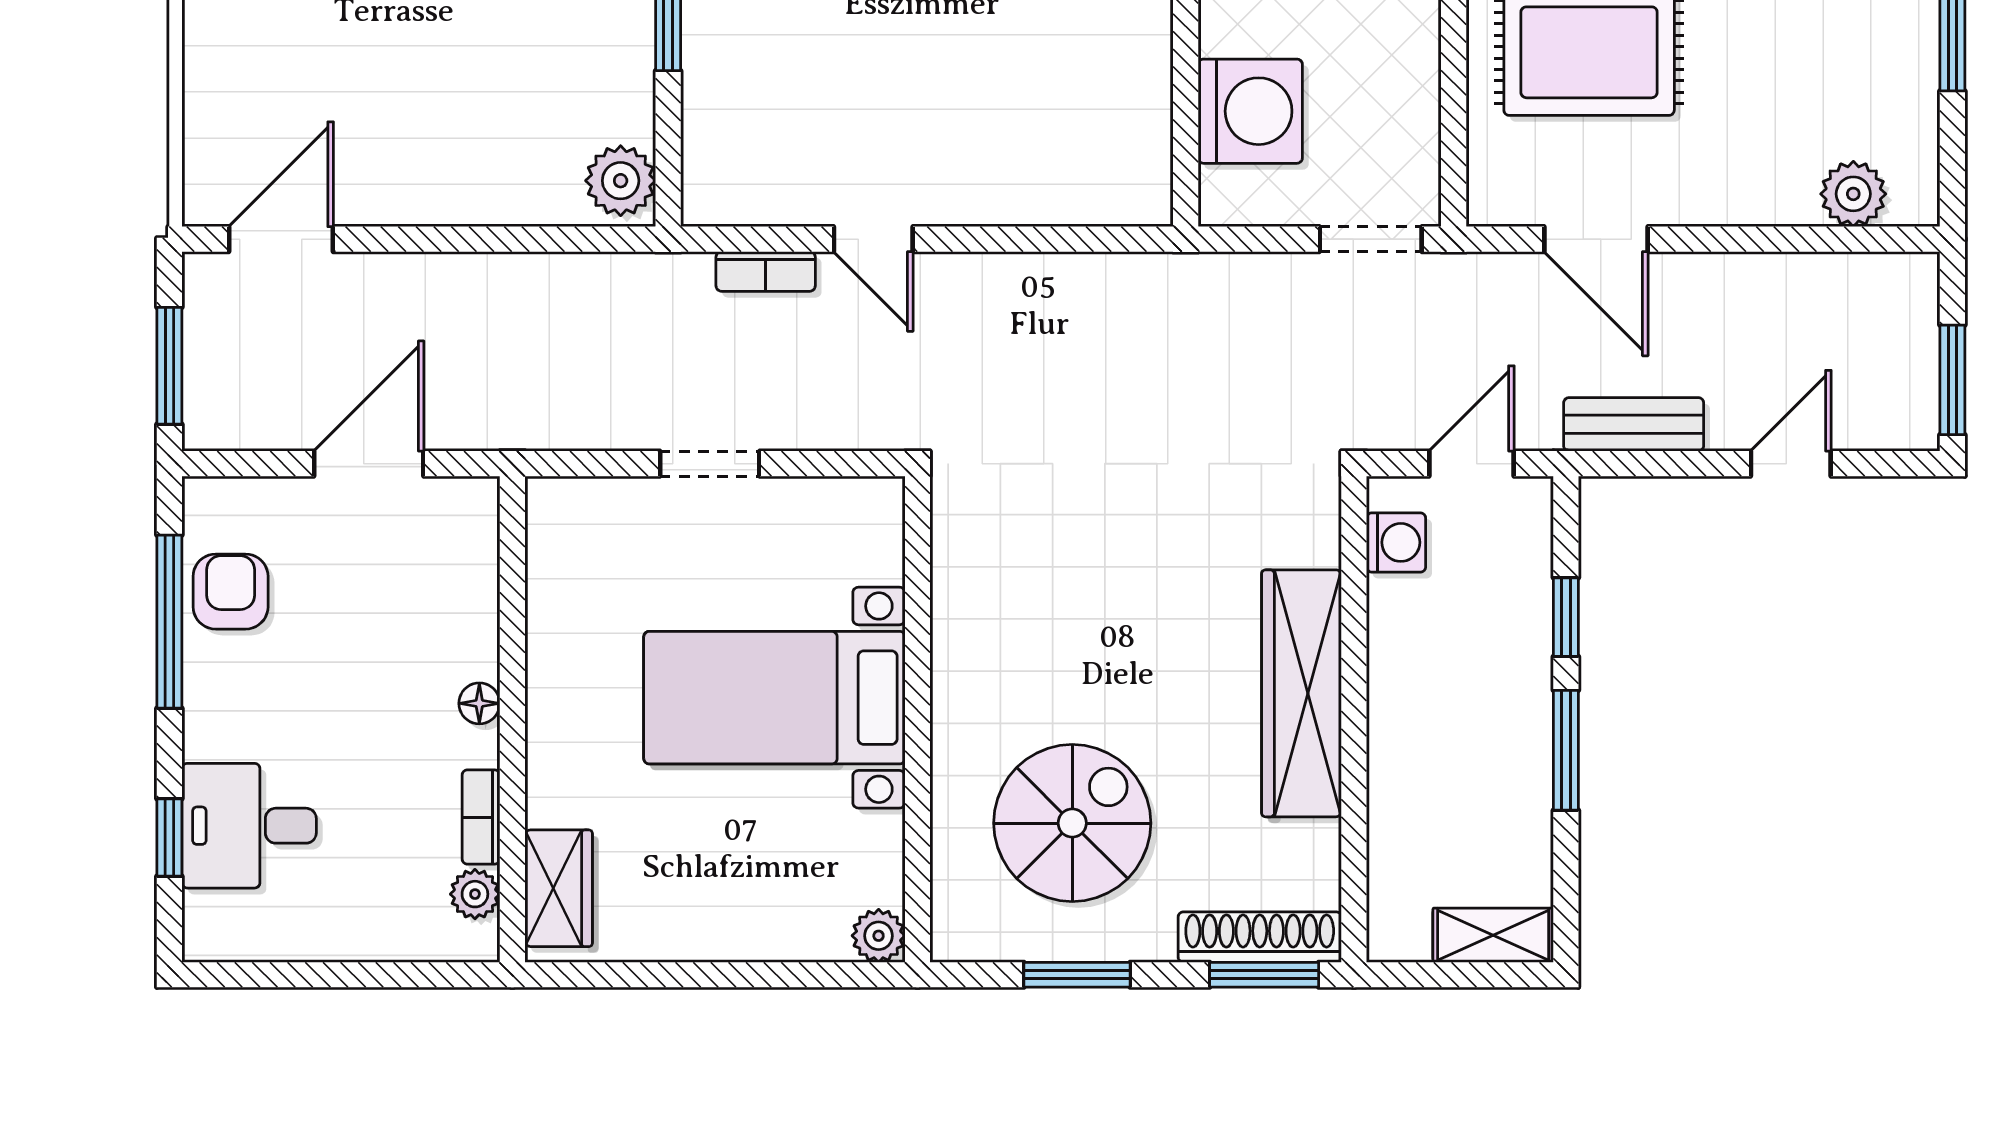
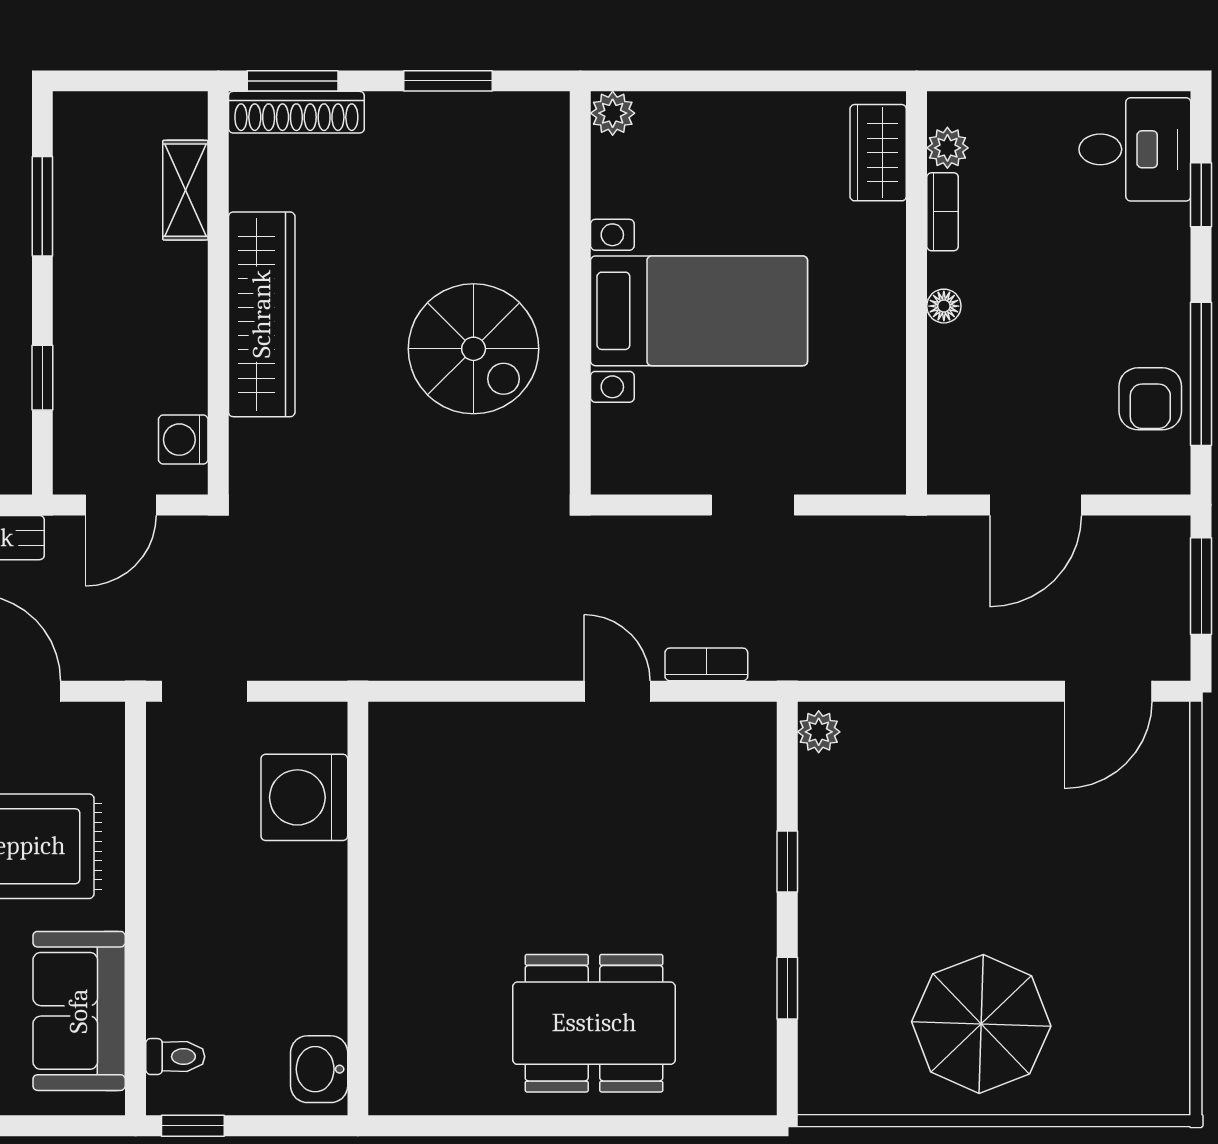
plant: (621, 181) -> (819, 732), width x0.73, depth x0.73
window: (1566, 750) -> (42, 206), moved
spiral stairs: (1072, 823) -> (474, 349), moved, turned -90
desk: (249, 826) -> (1135, 149), moved
shelving: (1493, 935) -> (185, 190), moved, turned 90

